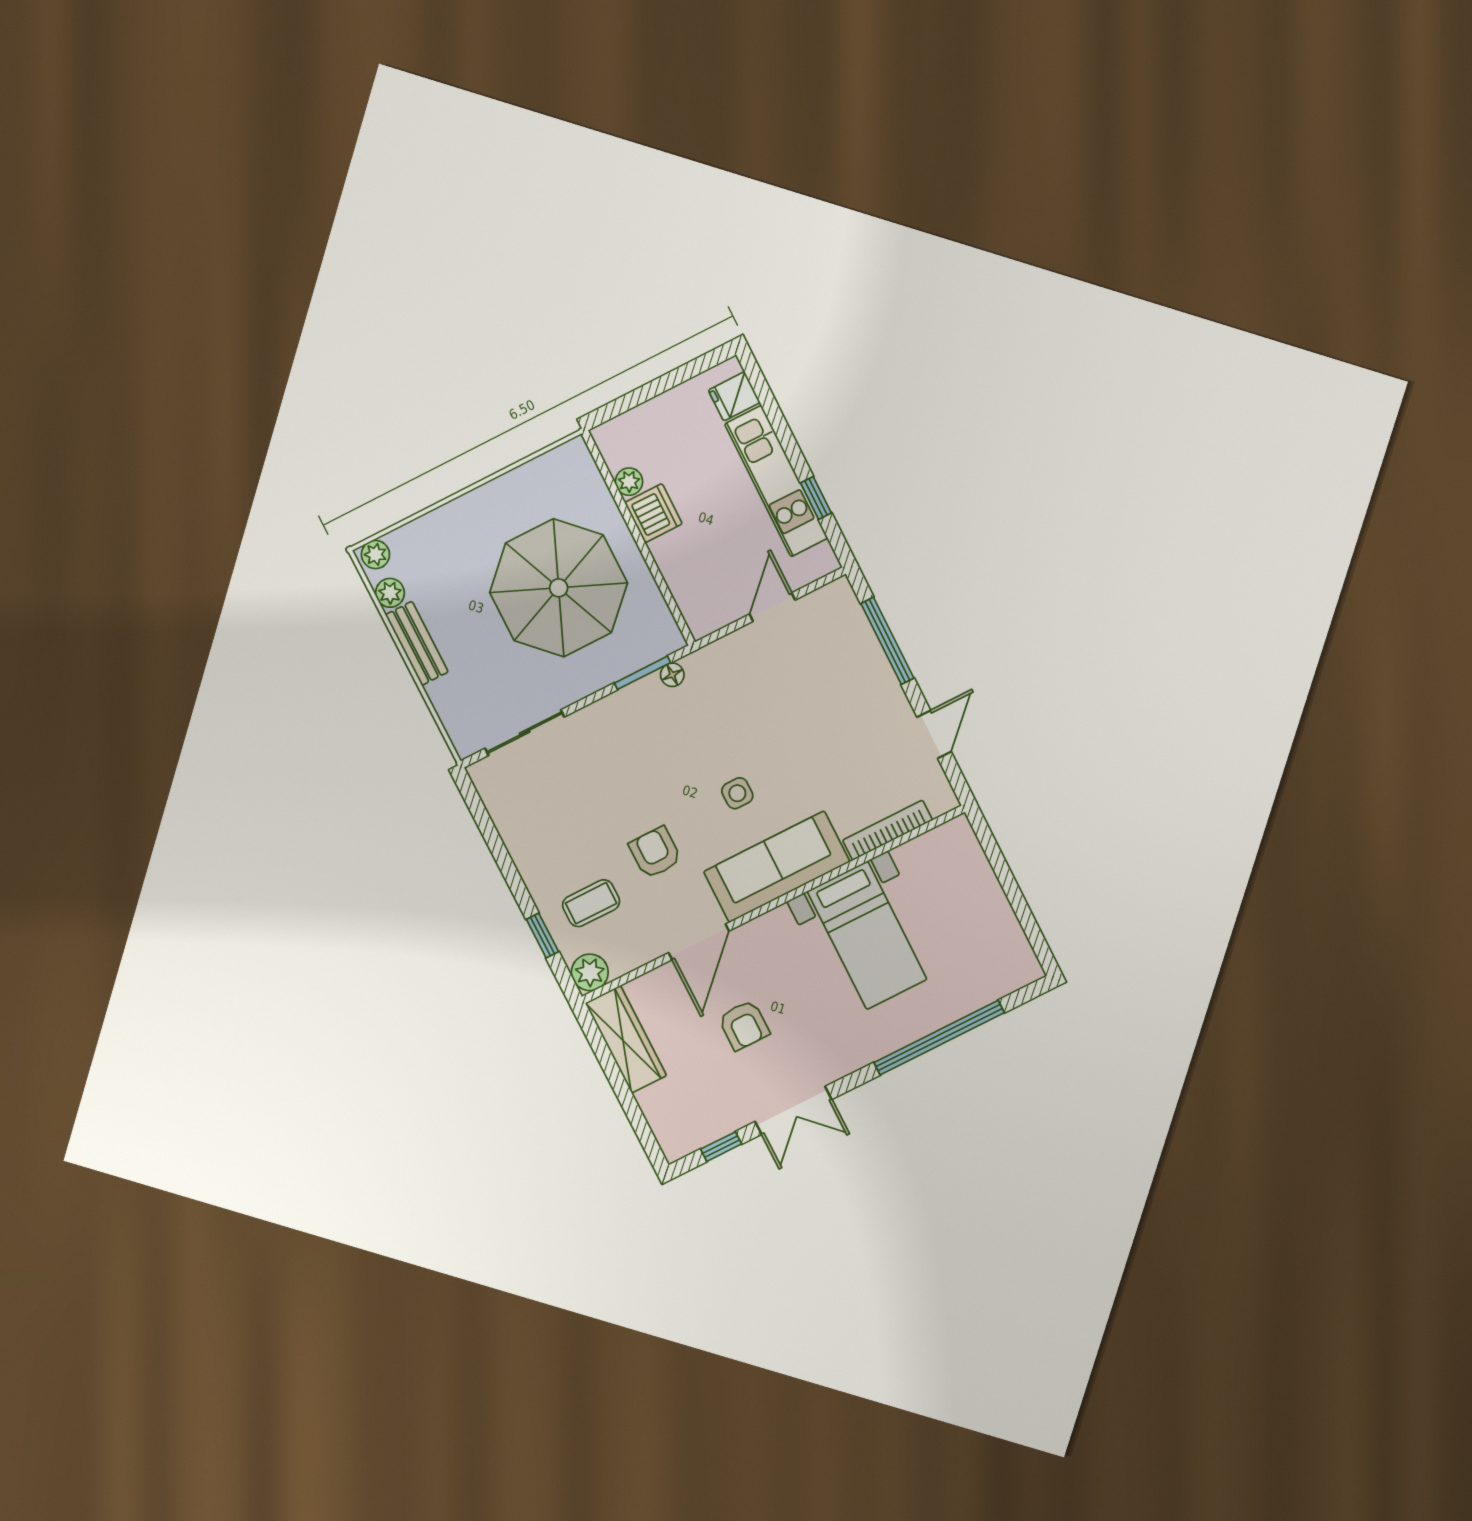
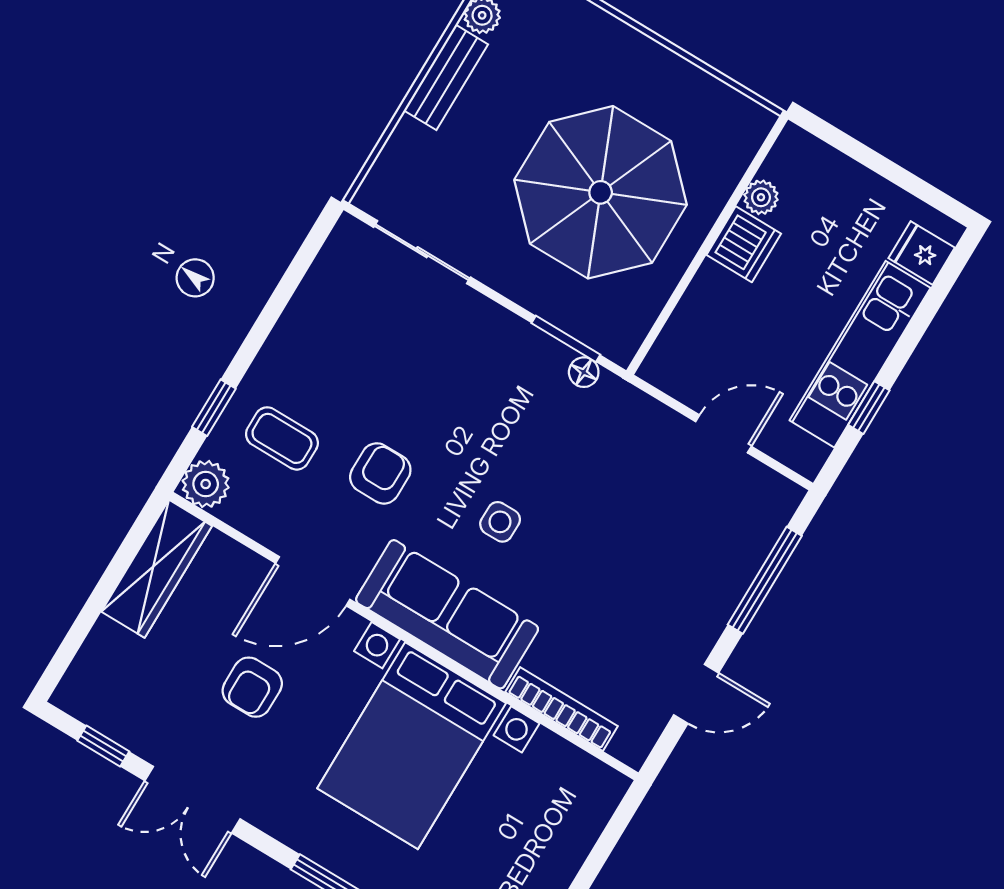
bed with nightstands: (867, 935) -> (412, 746), width x1.36

